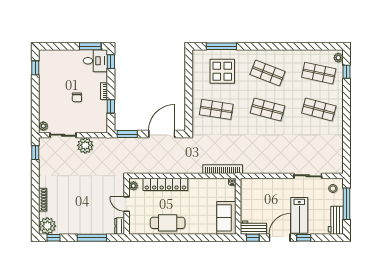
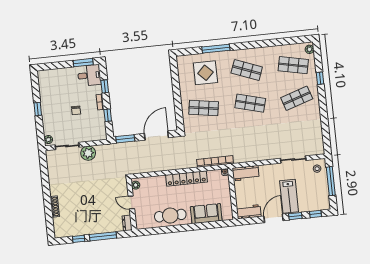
window: (221, 46) -> (216, 49), moved
window: (111, 62) -> (105, 86), moved
window: (35, 68) -> (38, 109), moved
window: (346, 72) -> (320, 78), moved
shop shelf: (319, 109) -> (297, 98), turned -33
window: (35, 153) -> (44, 164), removed
locker: (165, 184) -> (187, 179), moved
sofa: (226, 218) -> (206, 214), moved, turned 90
workbench: (336, 220) -> (246, 173), moved, turned -90
plant: (47, 226) -> (61, 230), removed
window: (53, 238) -> (79, 239), moved
window: (253, 238) -> (315, 214), moved

